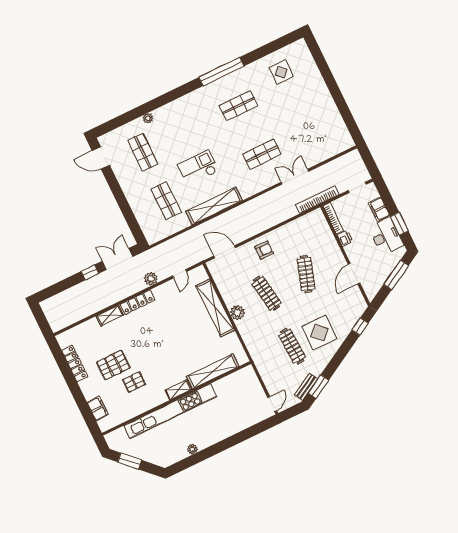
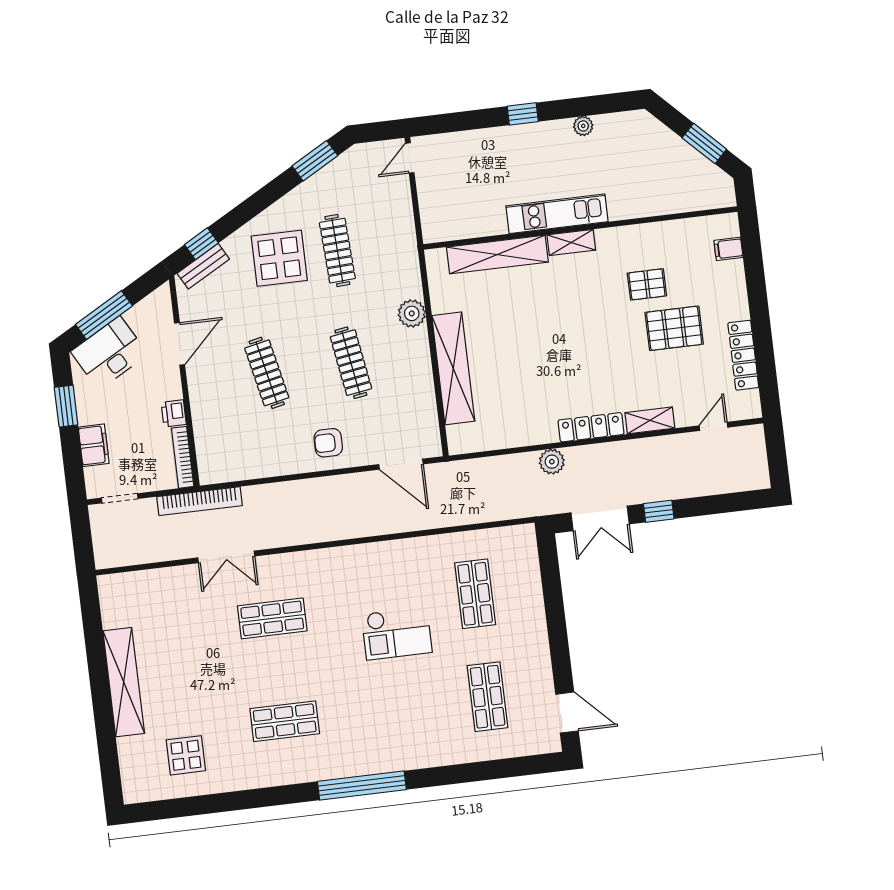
window: (221, 72) -> (362, 786), moved
plant: (148, 118) -> (457, 755), removed
shelving: (214, 206) -> (124, 682), moved, turned 90
desk: (386, 236) -> (109, 353), moved, turned 61
door: (179, 274) -> (713, 426), moved
clothes rail: (306, 274) -> (267, 373), turned -30
plant: (237, 313) -> (412, 313), moved
bench: (306, 387) -> (203, 266), moved
filing cabinet: (98, 409) -> (728, 249), width x0.50
kitchen unit: (170, 411) -> (557, 214), width x0.54
window: (224, 445) -> (523, 114), added

